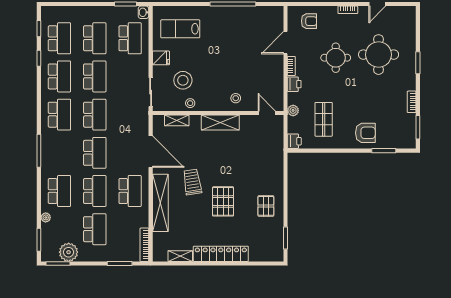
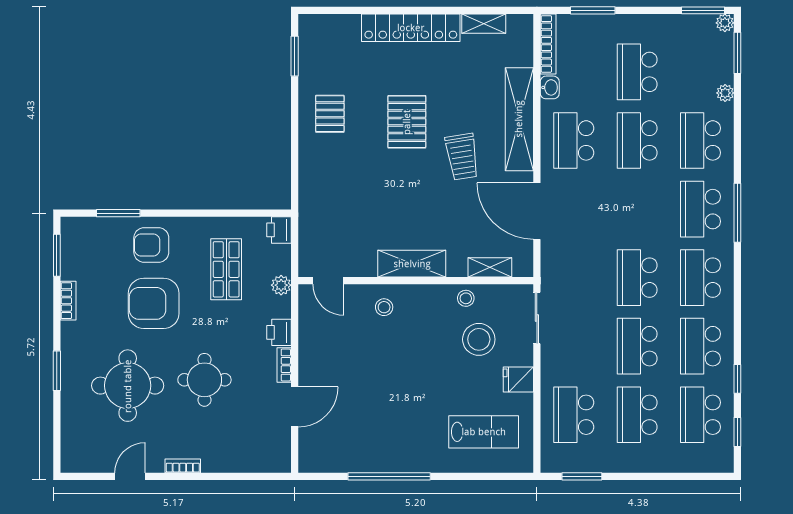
washbasin: (143, 12) -> (550, 87), moved
armchair: (309, 21) -> (154, 303), moved, width x1.88, depth x1.88
school desk: (95, 153) -> (701, 209), moved
plant: (69, 252) -> (725, 23), moved, width x0.53, depth x0.53

